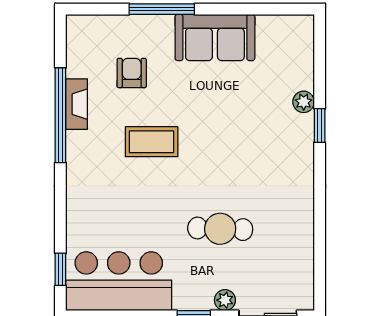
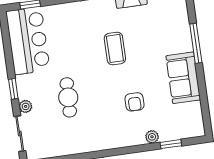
armchair: (132, 73) -> (134, 102), moved, turned 90
window: (320, 126) -> (171, 144), moved

